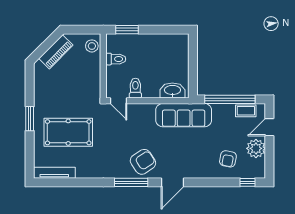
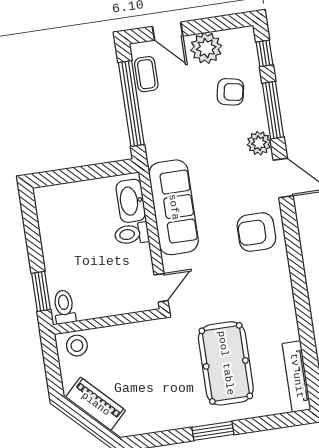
toilet: (116, 59) -> (64, 307), moved
toilet: (135, 88) -> (132, 234), moved
sofa: (184, 115) -> (174, 207), moved
armchair: (143, 162) -> (256, 232), turned -56
plant: (195, 171) -> (259, 143), added
window: (131, 182) -> (273, 110), moved

